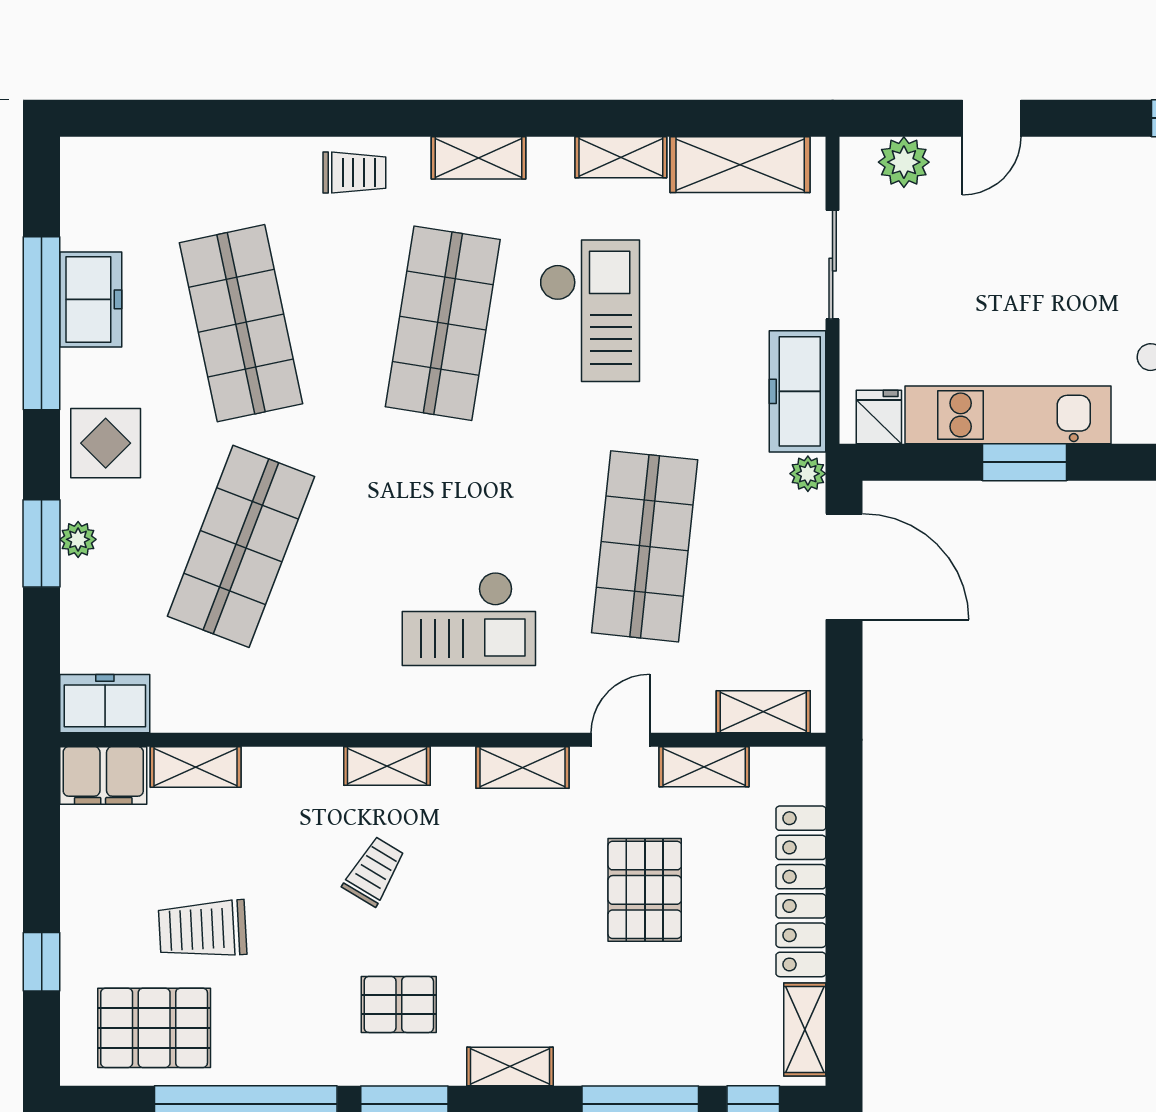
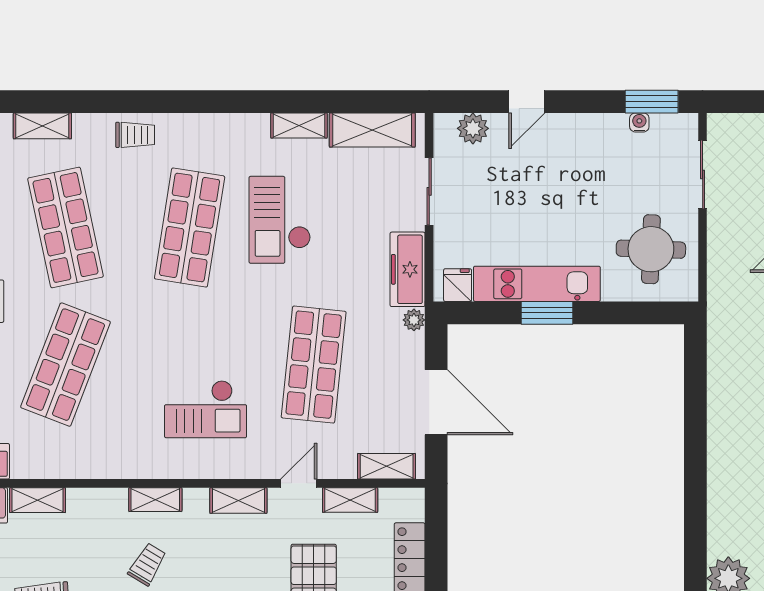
shelving: (478, 158) -> (42, 126), moved
checkout: (590, 311) -> (280, 220), turned 180
door: (844, 567) -> (436, 402), moved

